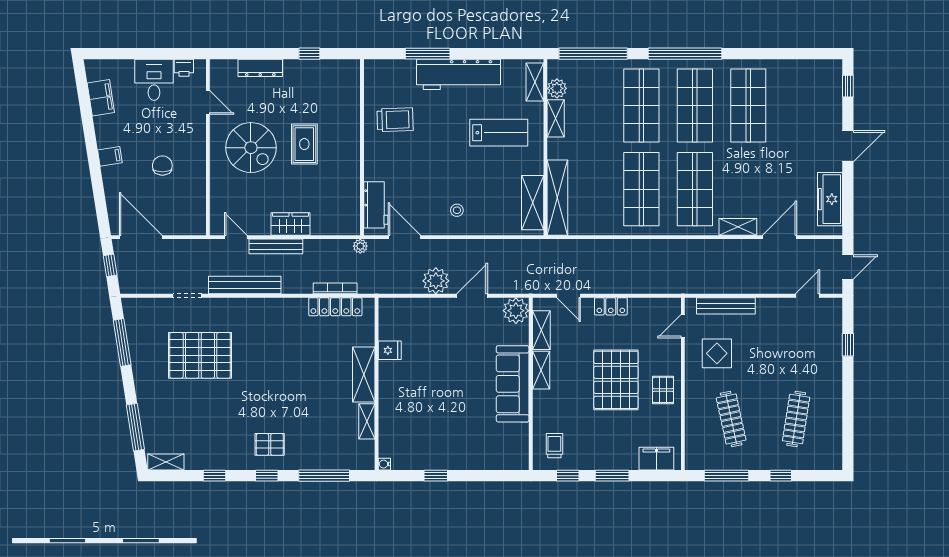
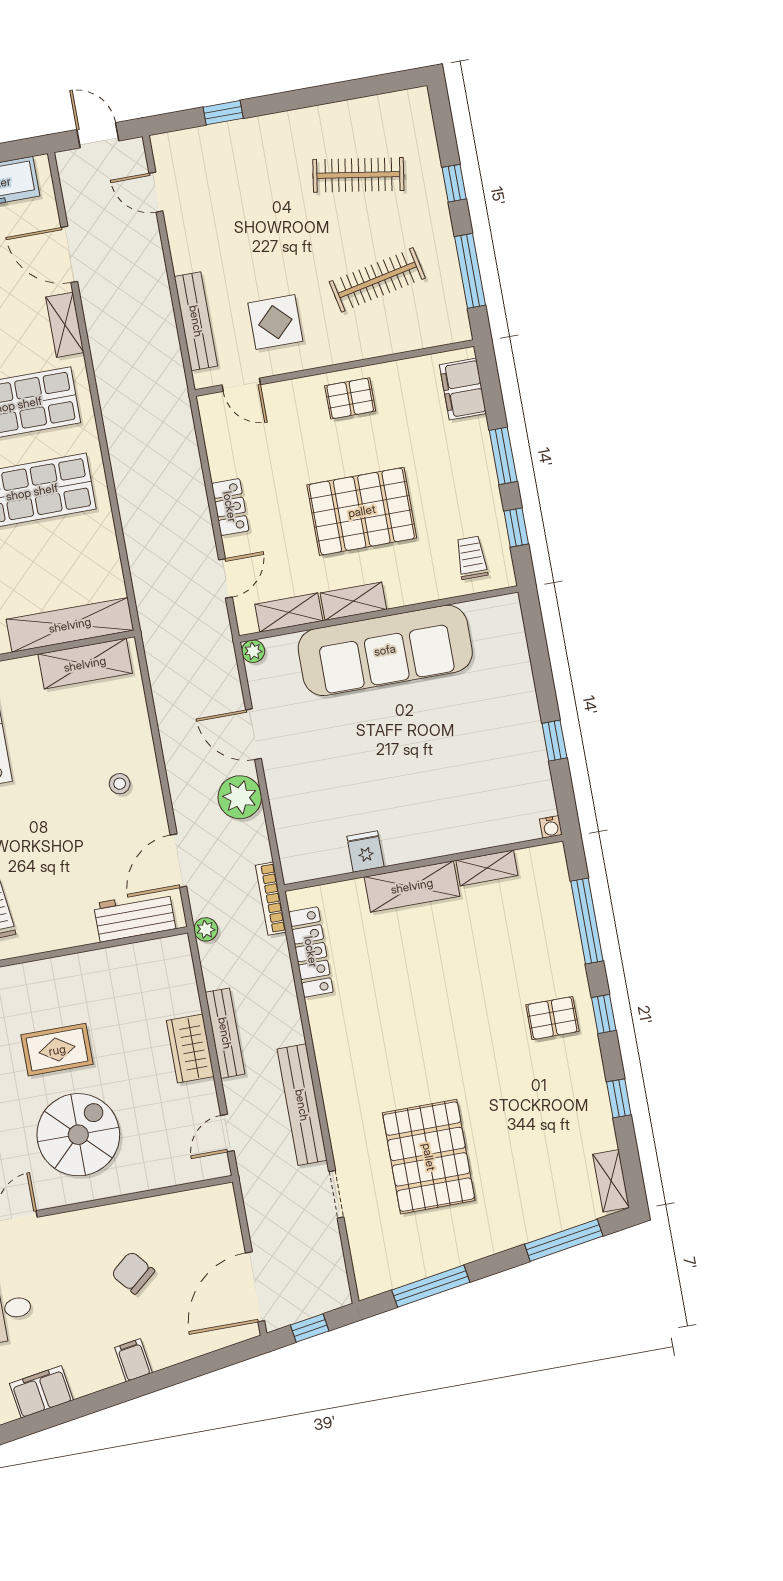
chair: (162, 166) -> (133, 1273), turned 50
bench: (276, 246) -> (225, 1033), moved
bookcase: (335, 288) -> (271, 899), moved
plant: (516, 311) -> (253, 651), width x0.53, depth x0.53
pallet: (616, 380) -> (362, 511), moved
sofa: (513, 384) -> (385, 650), width x1.36, depth x1.27
pallet: (270, 444) -> (552, 1018), turned 90
trolley: (554, 446) -> (472, 558), turned 90

